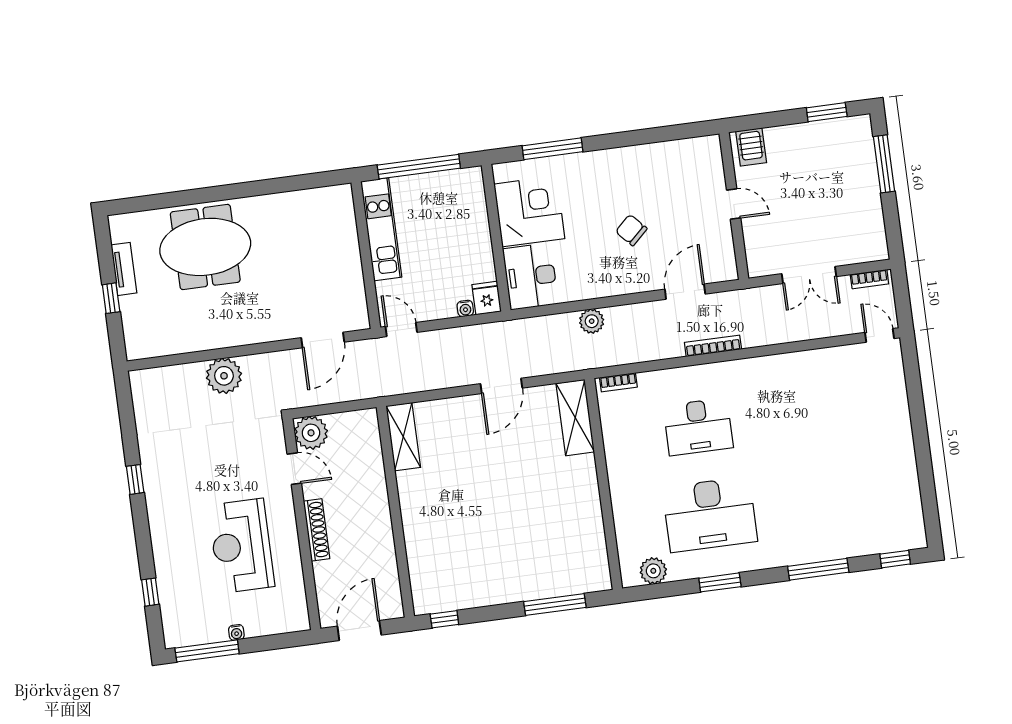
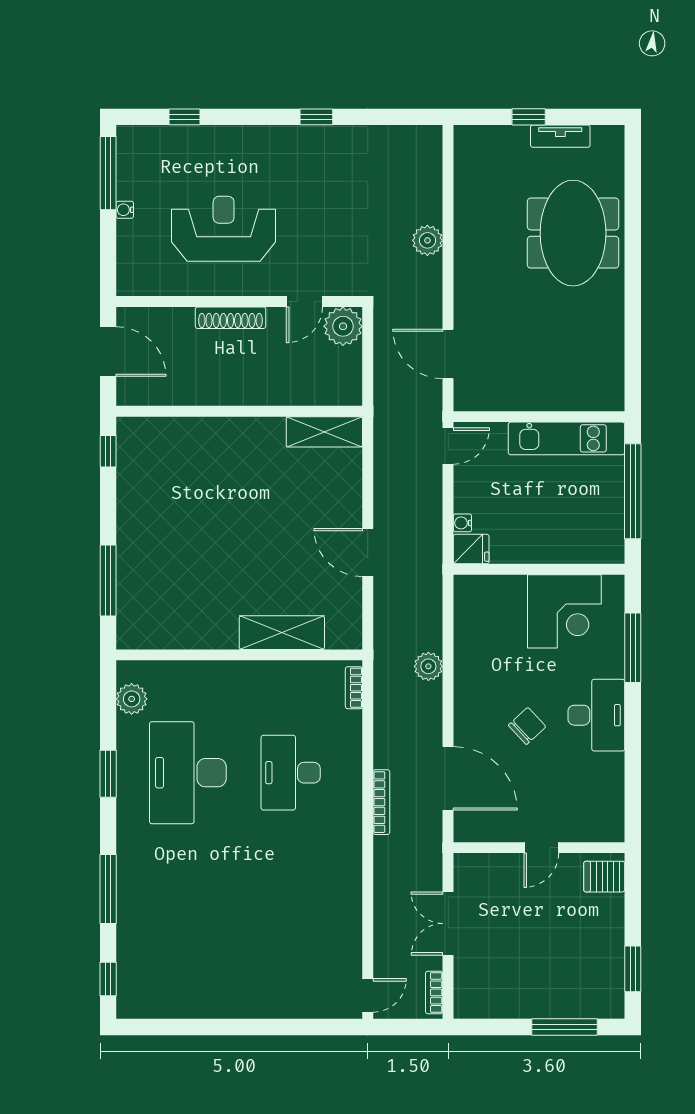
desk: (531, 276) -> (596, 715), moved, turned 90
door: (685, 292) -> (448, 778), width x1.36
plant: (224, 376) -> (427, 240), width x0.73, depth x0.73
shelving: (575, 418) -> (282, 633), moved

